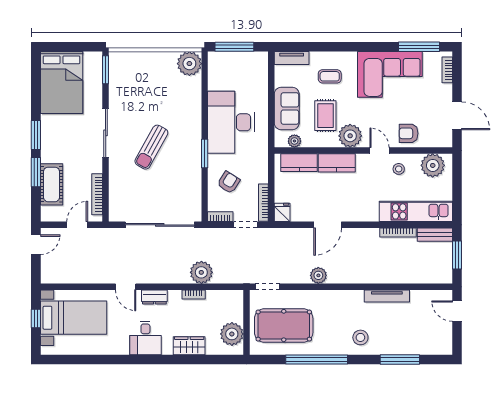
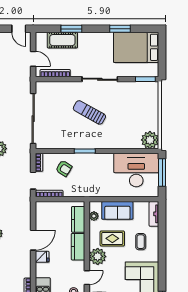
desk: (231, 122) -> (136, 170), moved
window: (36, 135) -> (120, 29), moved
fridge: (282, 212) -> (42, 257), moved
door: (328, 225) -> (33, 240), swing flipped

